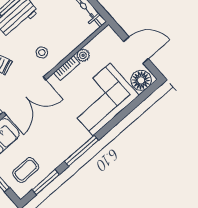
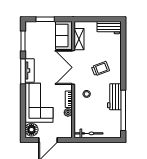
tv unit: (73, 144) -> (30, 70), added
coffee table: (26, 170) -> (37, 37), removed

